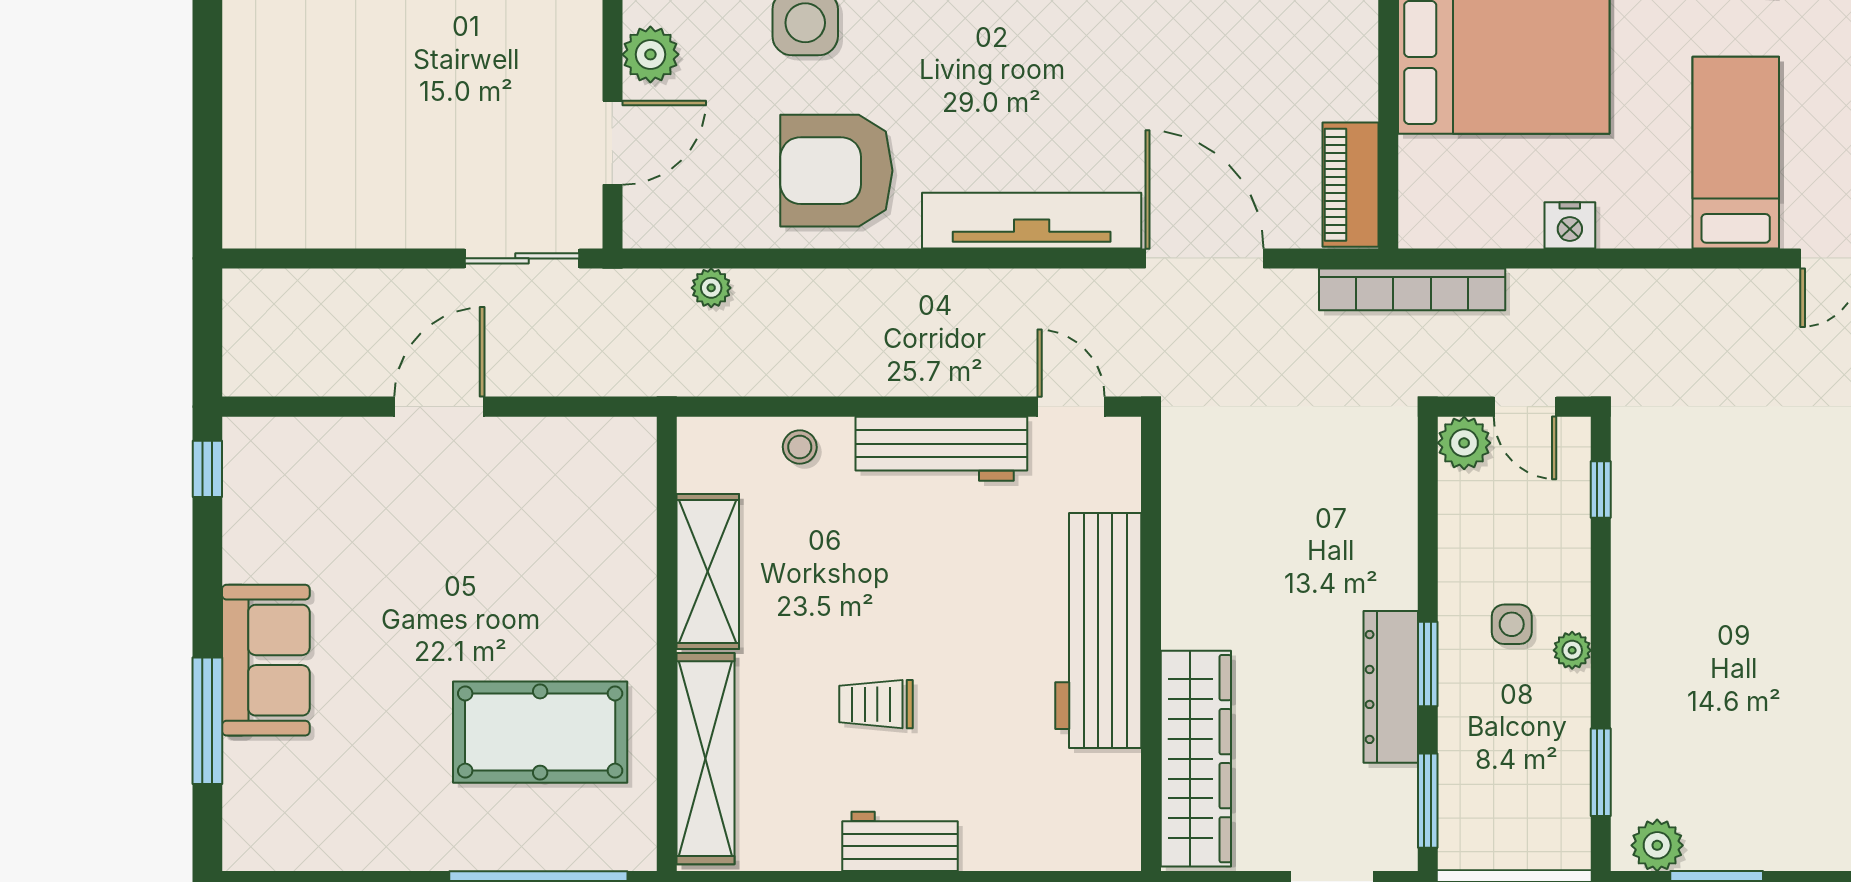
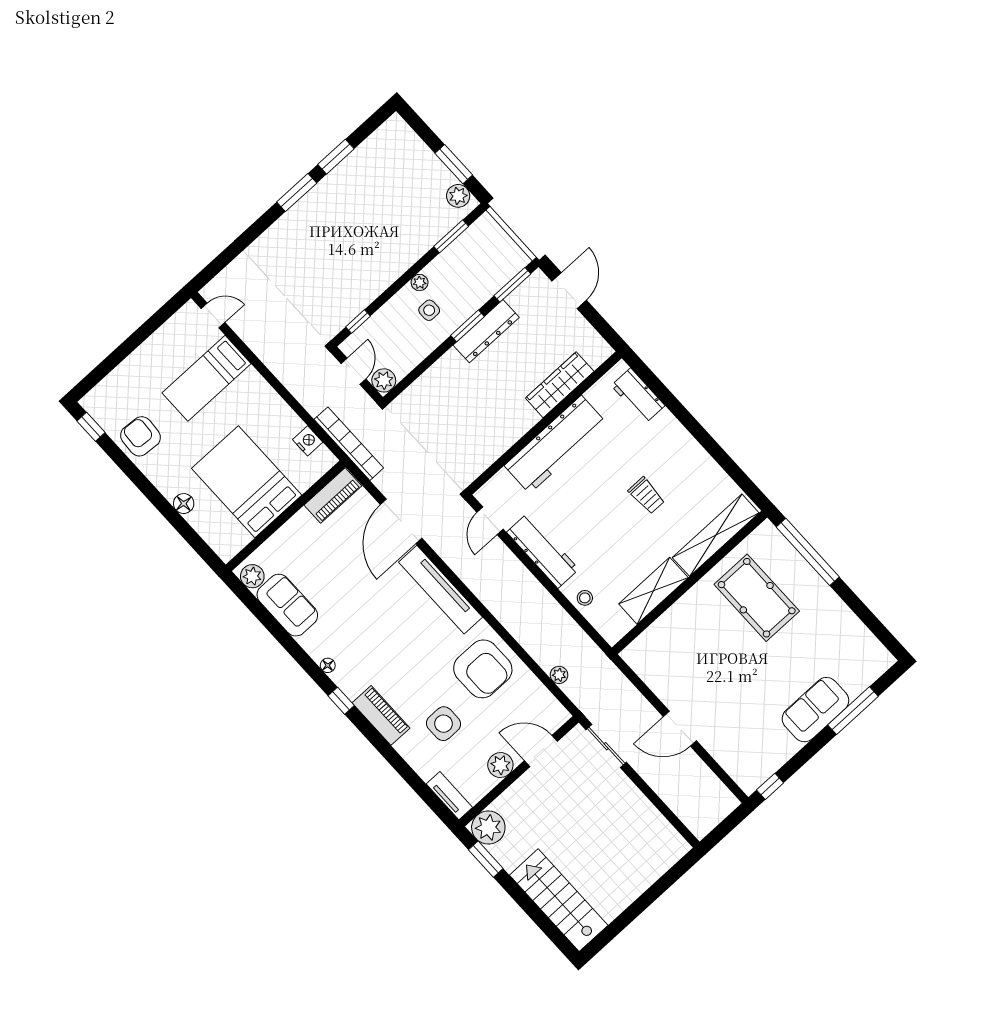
nightstand: (1570, 225) -> (308, 441), moved
wardrobe: (1196, 759) -> (560, 385), width x0.71, depth x0.85
workbench: (900, 841) -> (638, 396), moved

